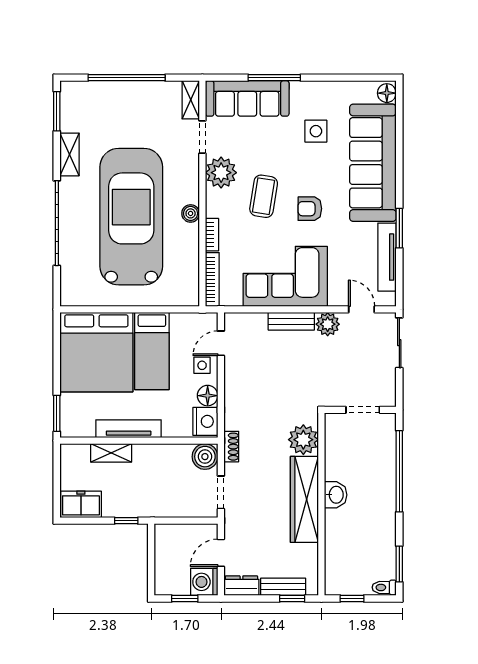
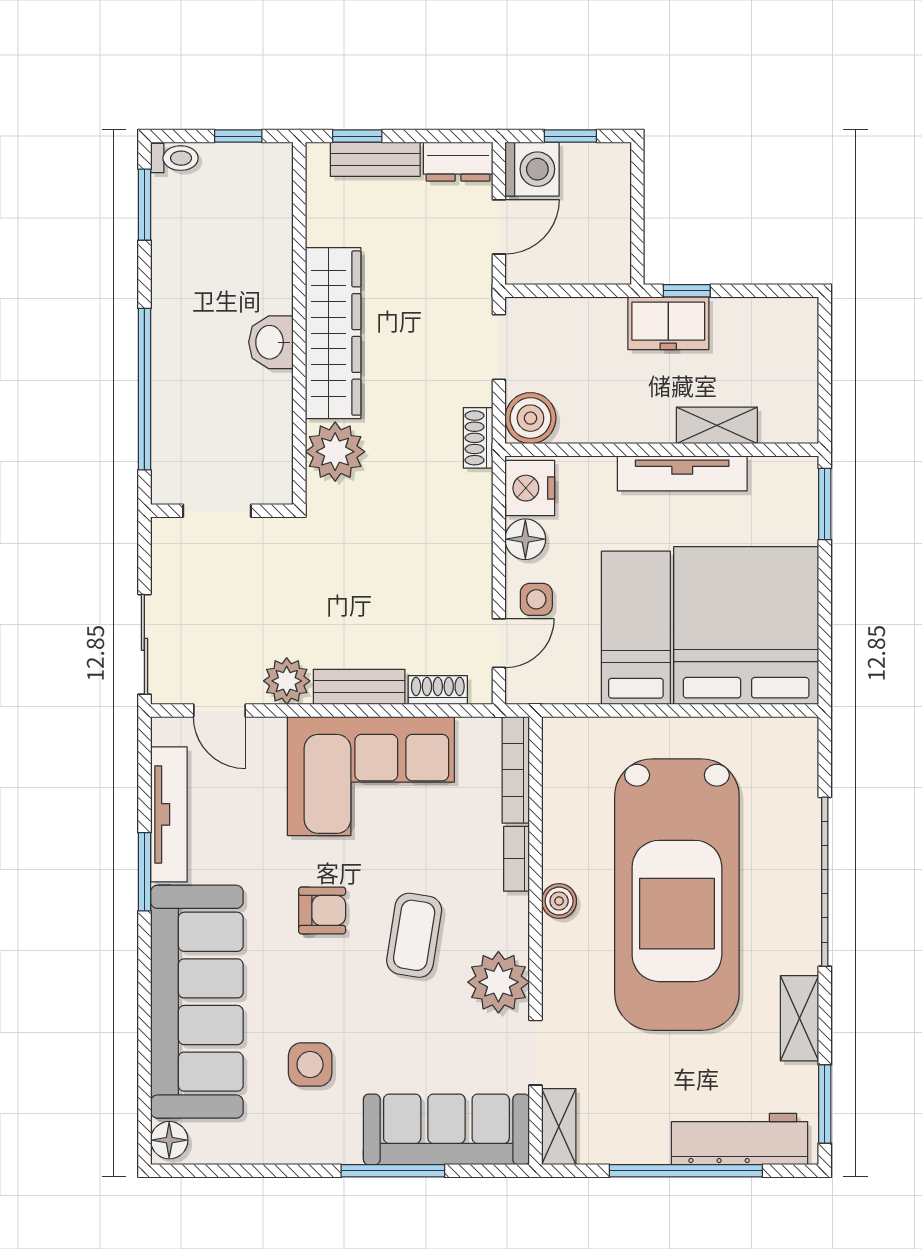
workbench: (100, 94) -> (739, 1139), added
shoe rack: (252, 320) -> (438, 690), added
freezer: (81, 504) -> (668, 323), moved

